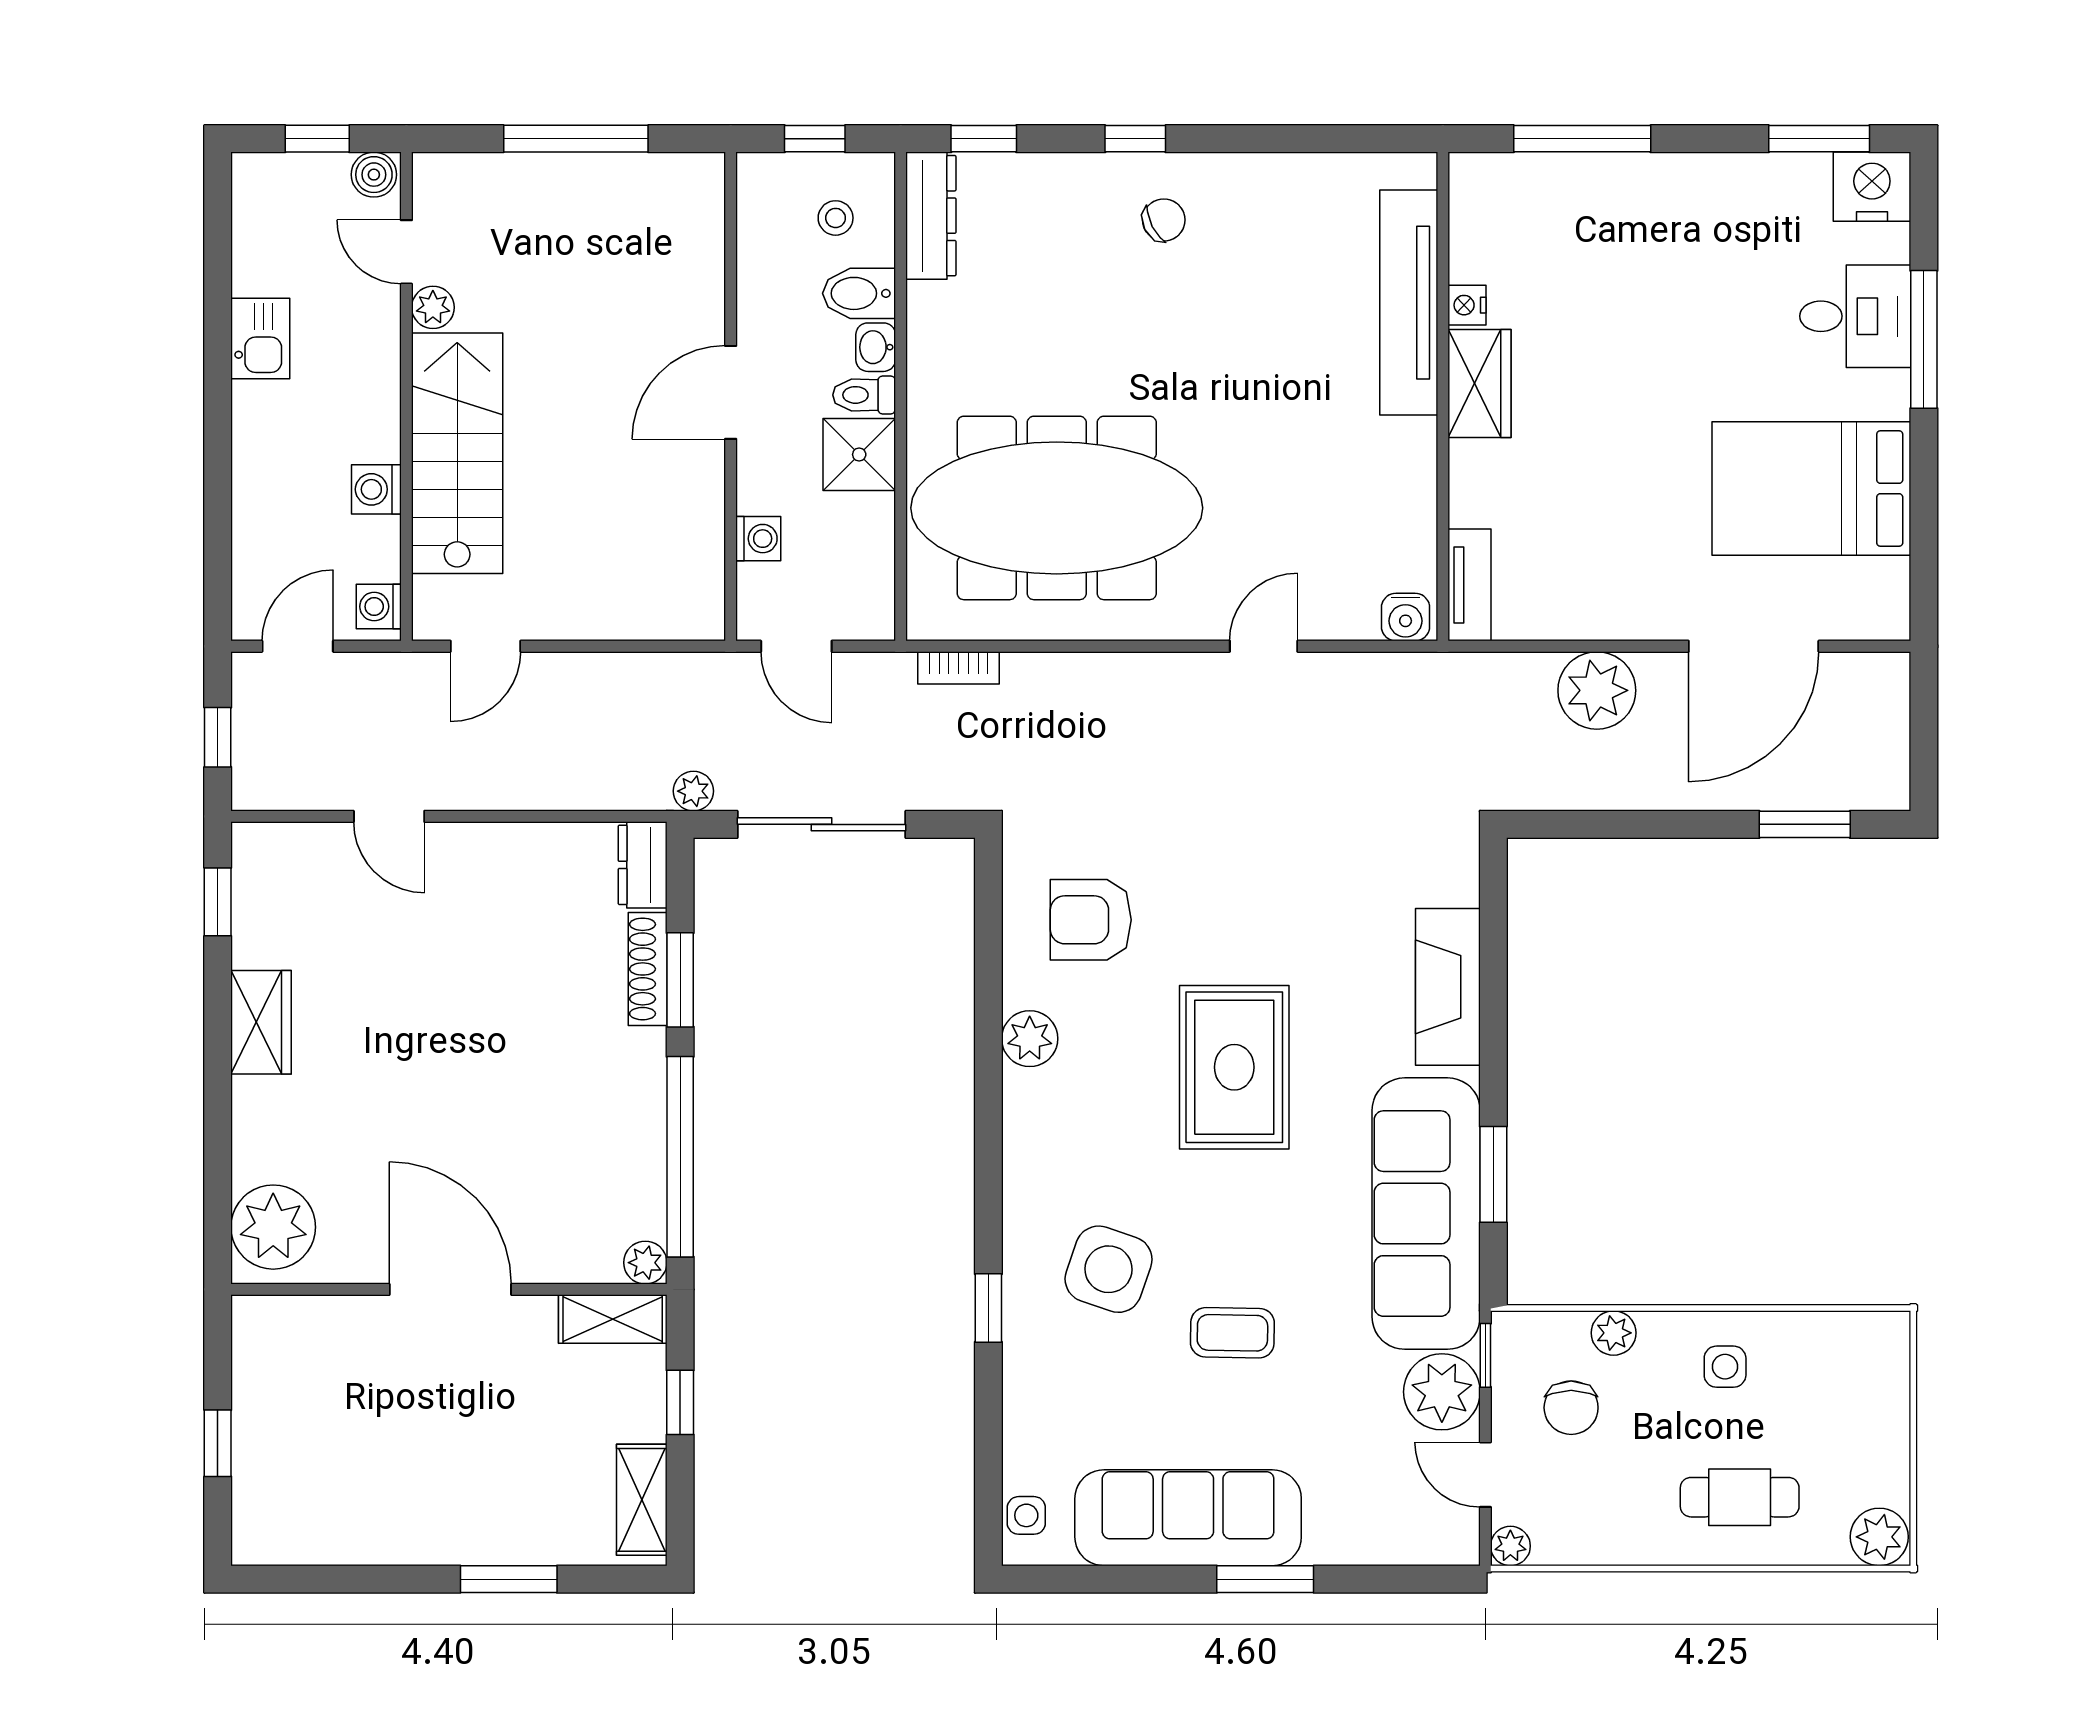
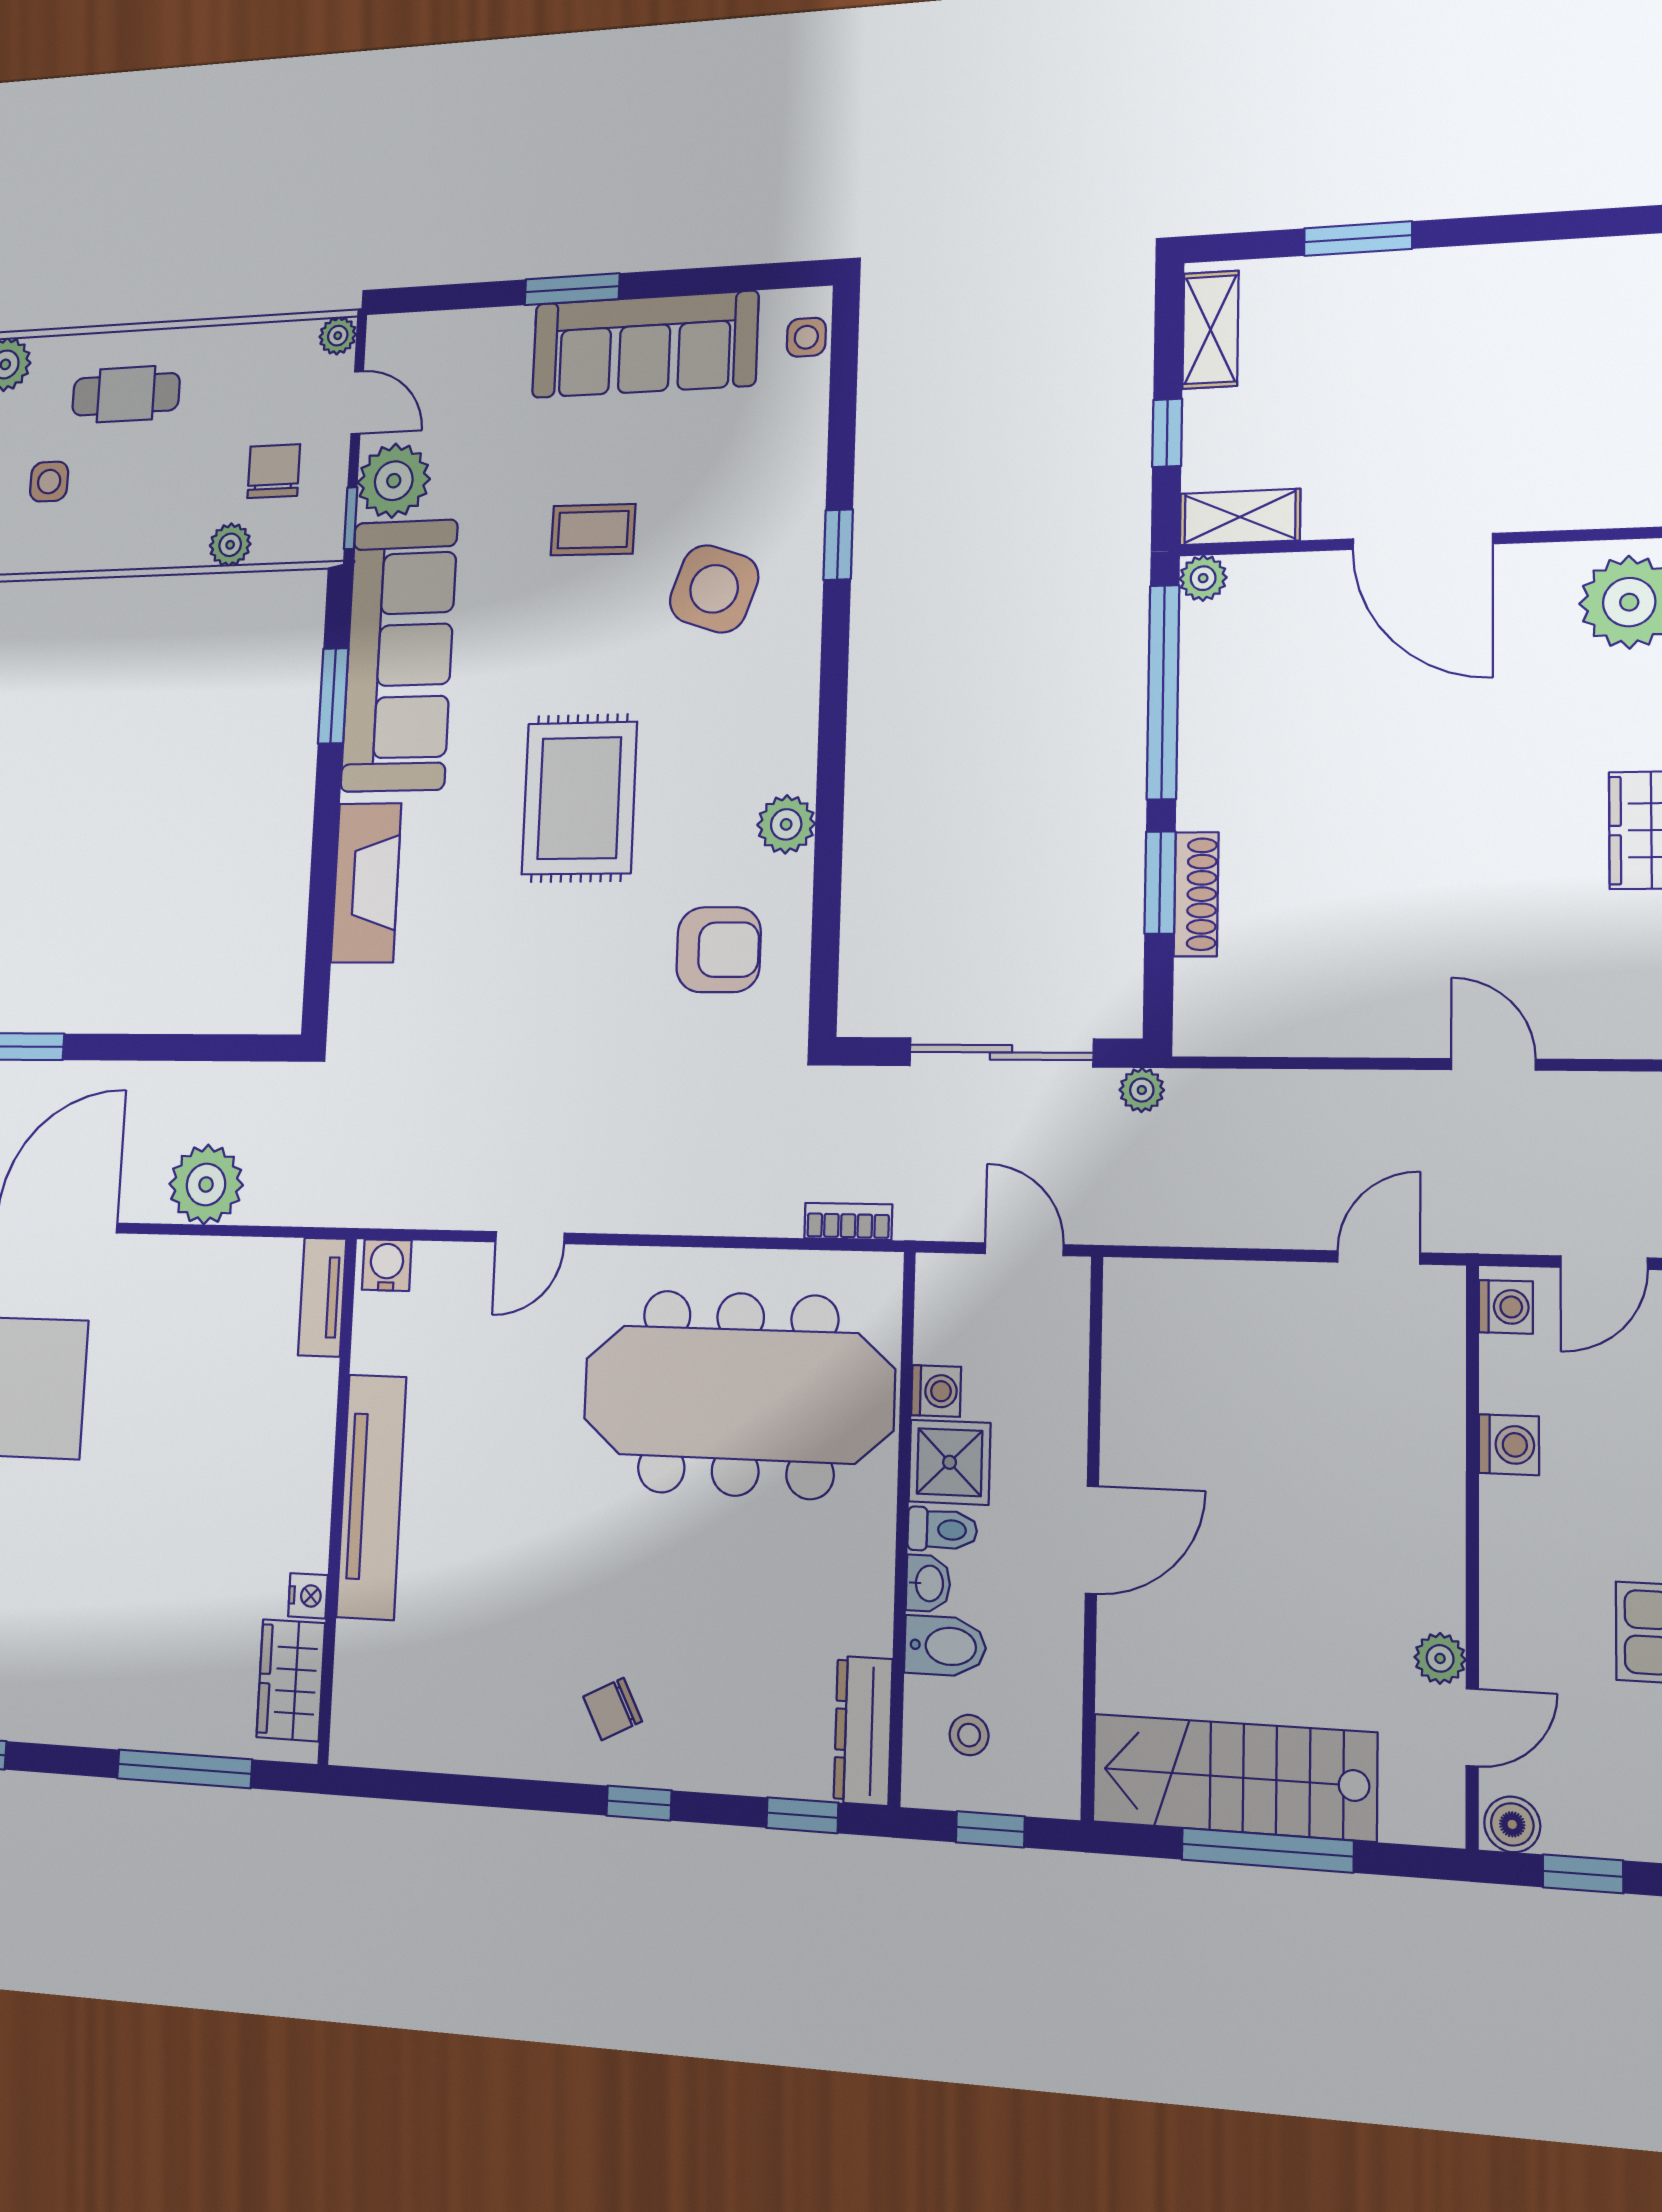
door: (406, 252) -> (1472, 1727), hinge flipped
tv unit: (1409, 303) -> (371, 1497), moved
wardrobe: (1480, 384) -> (291, 1680), moved
stairs: (457, 453) -> (1234, 1777), moved, turned 90
washing machine: (758, 539) -> (936, 1391), moved, turned 180
dresser: (643, 865) -> (1200, 1009), removed
side table: (1725, 1367) -> (49, 482), moved

